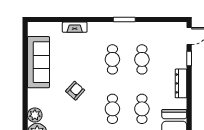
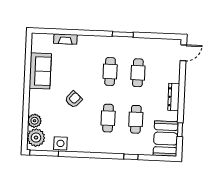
fireplace: (75, 27) -> (65, 39), moved
window: (189, 59) -> (180, 130), moved
sofa: (39, 62) -> (40, 71), width x0.73

